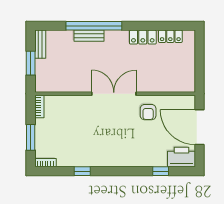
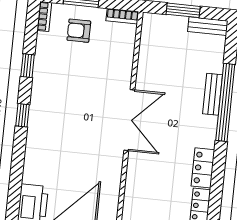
armchair: (148, 112) -> (79, 31), moved
window: (161, 171) -> (22, 115), moved

